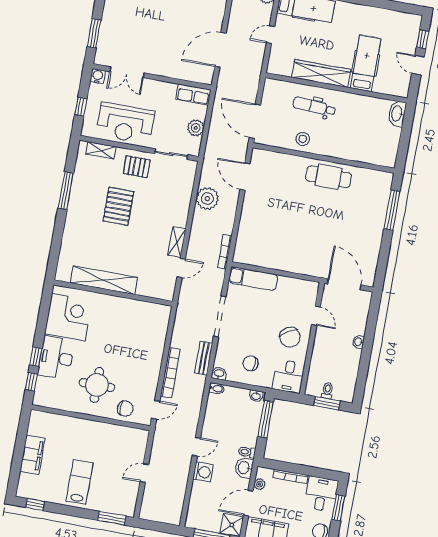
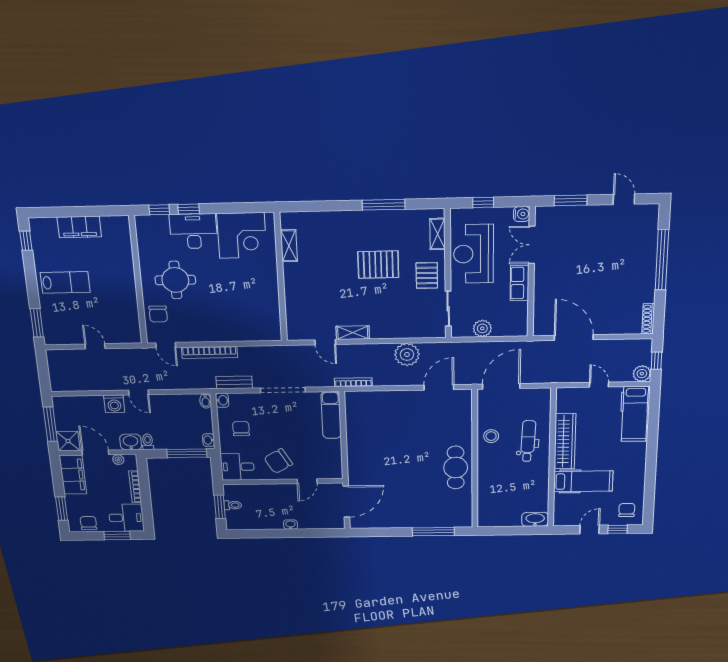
chair: (404, 28) -> (627, 510), added
row of seats: (193, 94) -> (520, 283), moved
shelving: (104, 280) -> (289, 246), width x0.45, depth x0.75

